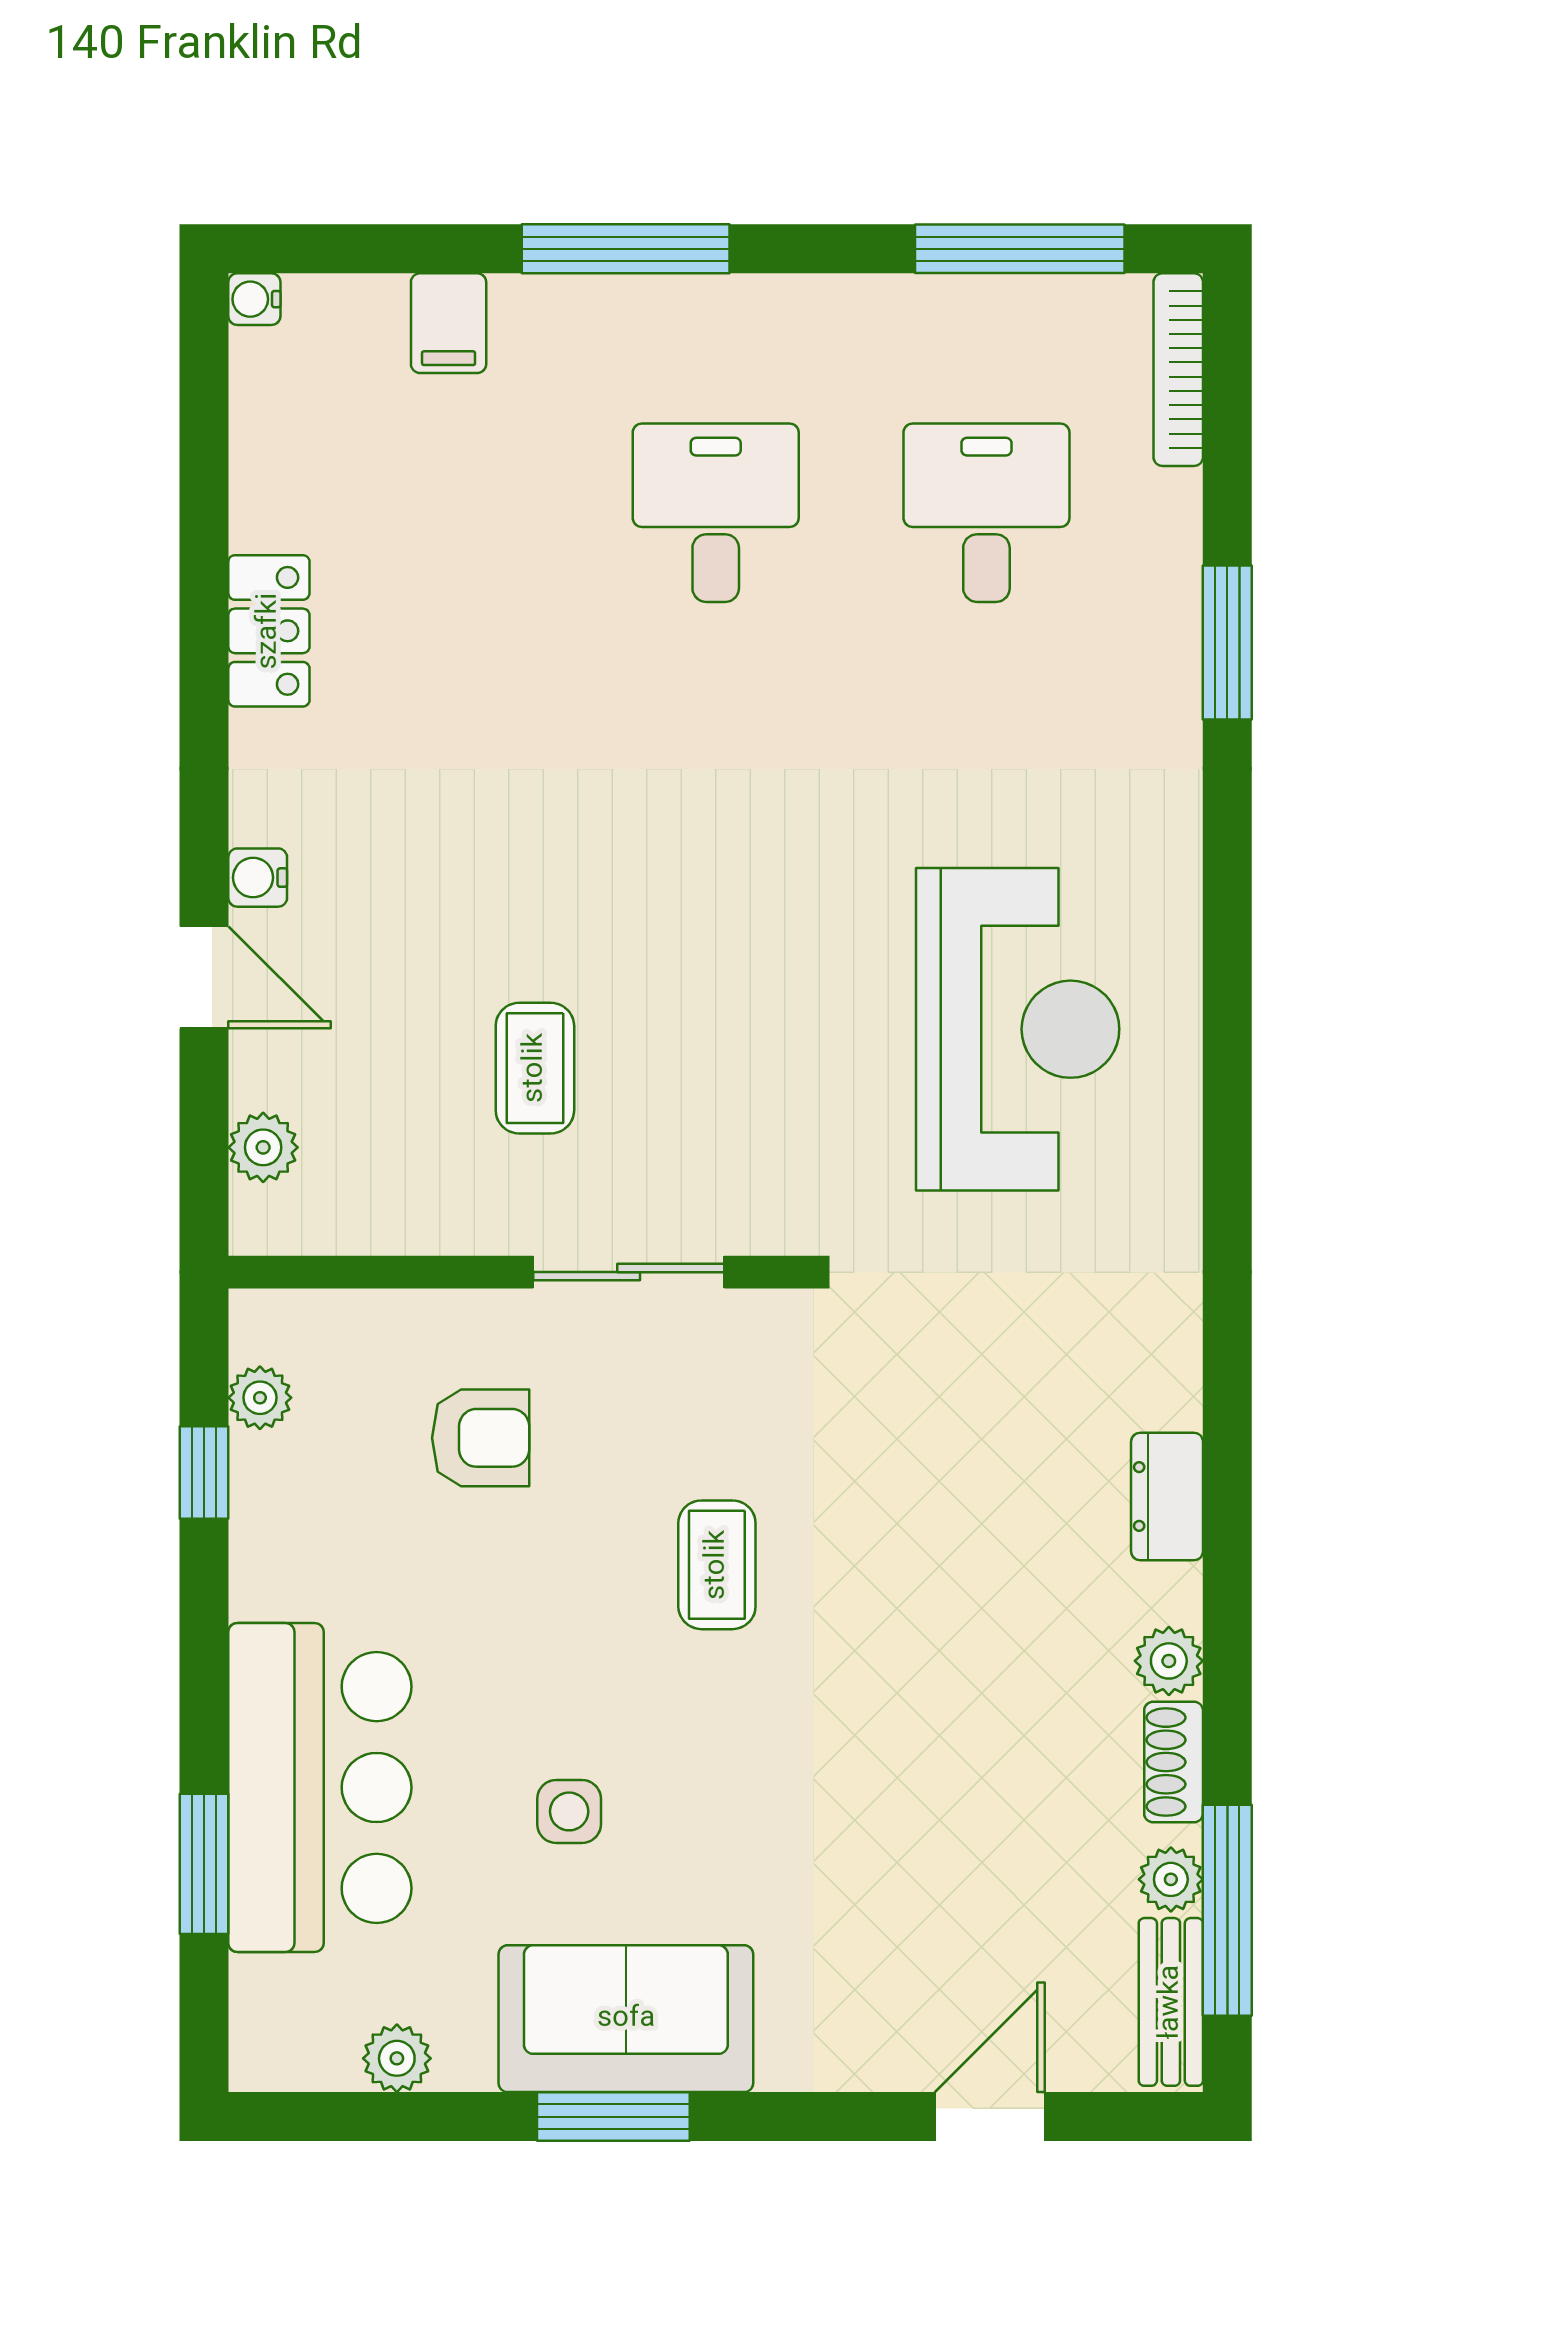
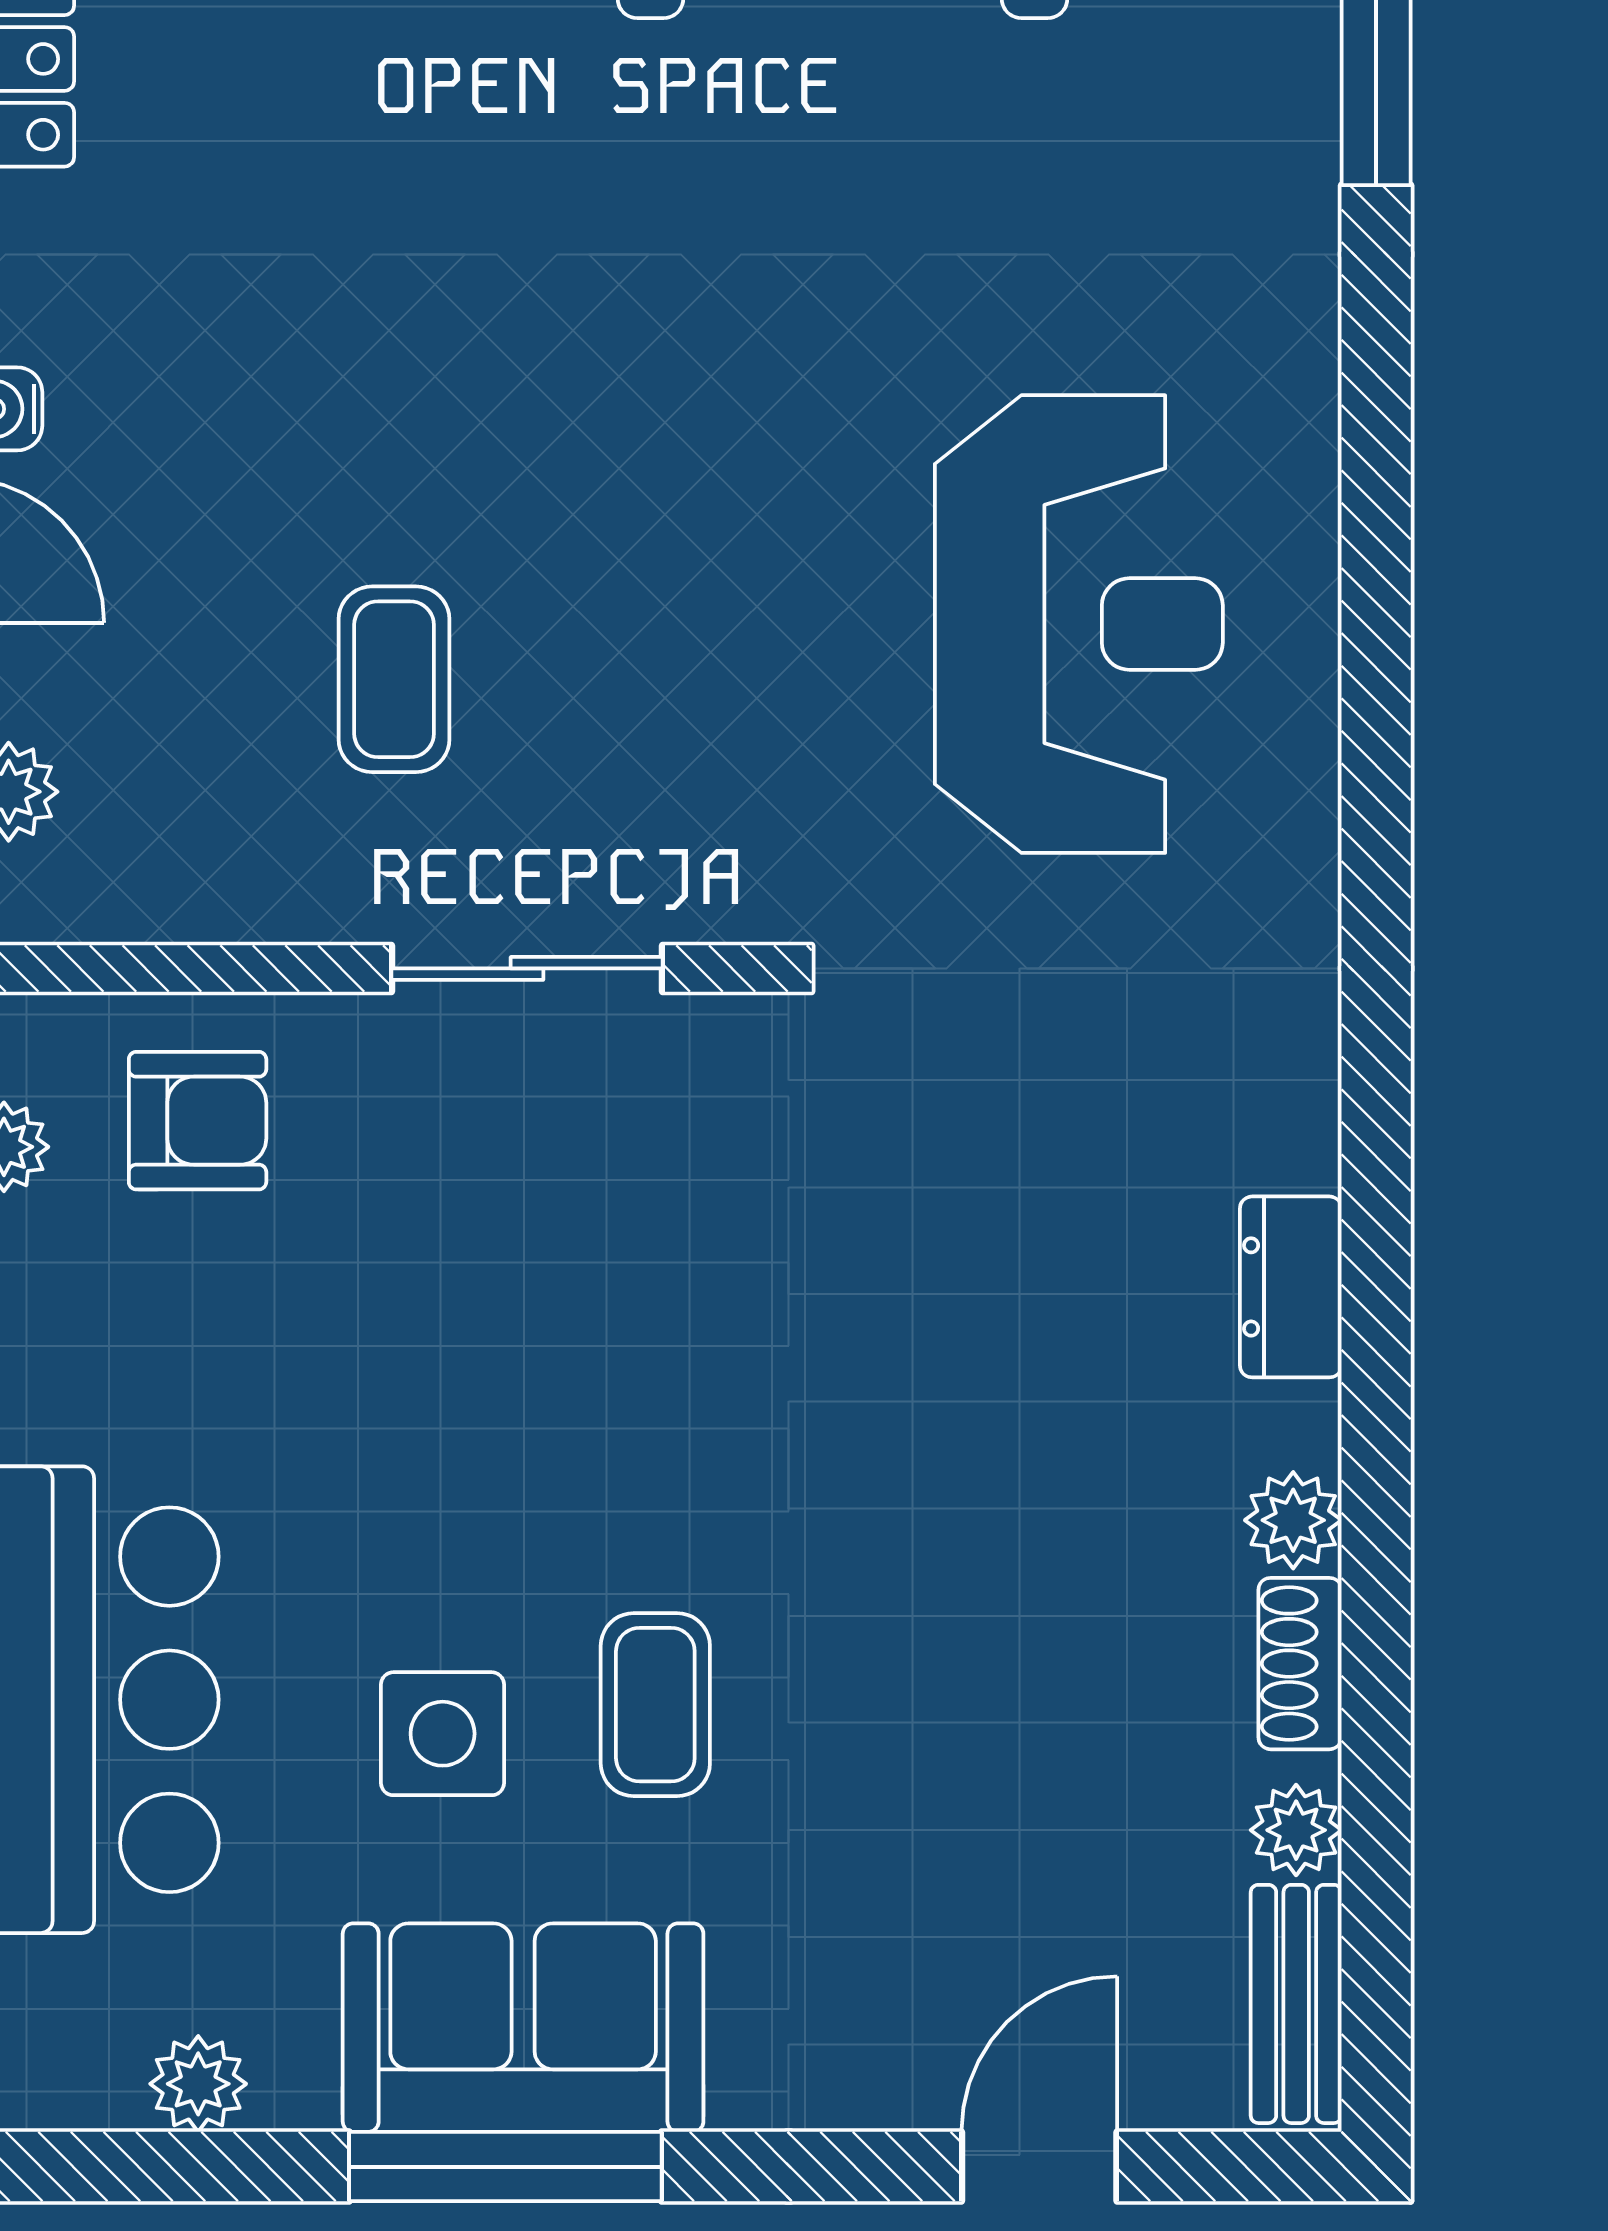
armchair: (481, 1438) -> (198, 1121), moved
coffee table: (717, 1565) -> (655, 1705), moved
side table: (569, 1811) -> (443, 1734), width x1.37, depth x1.37
window: (1227, 1910) -> (1376, 1874), removed
window: (613, 2117) -> (505, 2167), width x1.44

